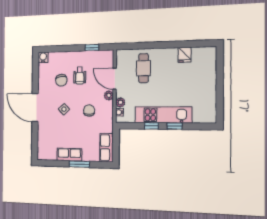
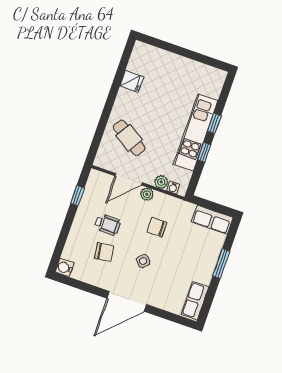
cafe table: (143, 68) -> (129, 138), turned 32
row of seats: (69, 155) -> (195, 301), moved

